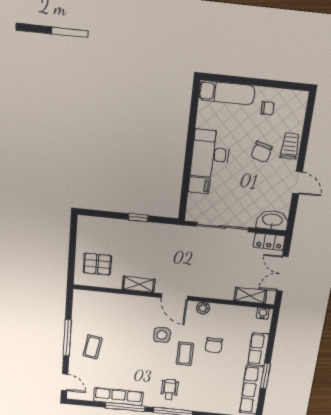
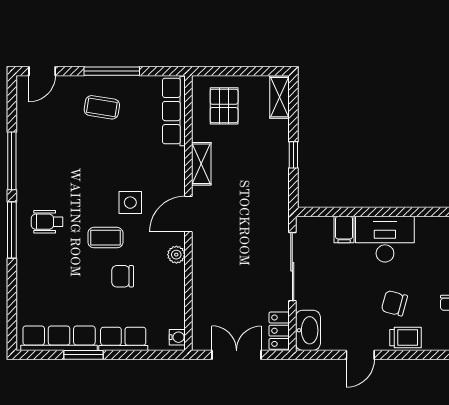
shelving: (250, 296) -> (279, 97), moved
wheelchair: (169, 389) -> (47, 222), turned 180
row of seats: (118, 397) -> (174, 111), moved, turned 180

